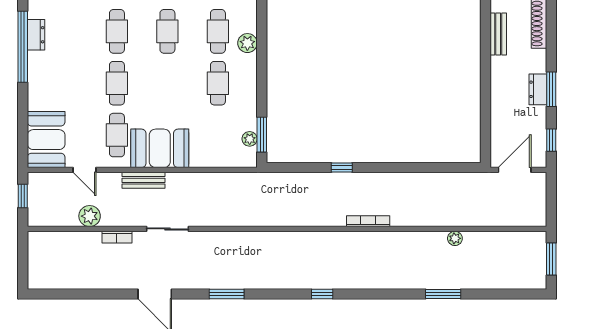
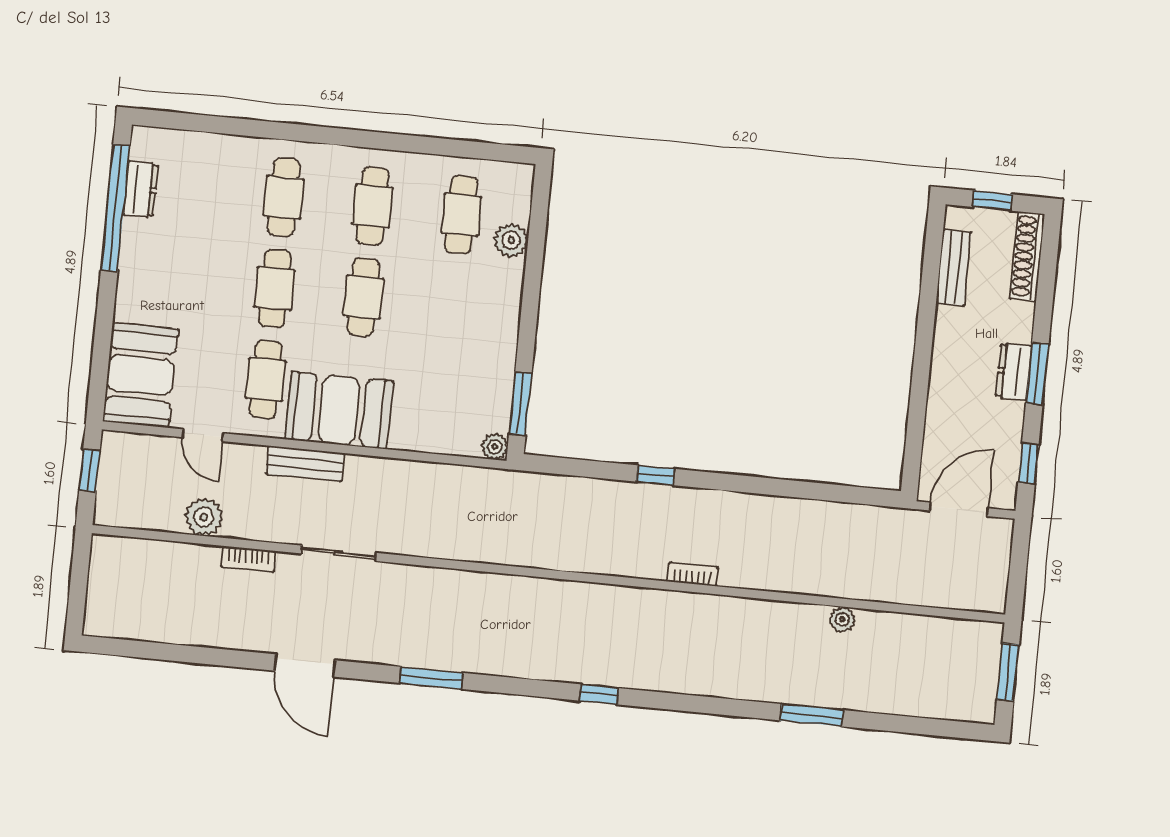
cafe table: (218, 83) -> (363, 297), moved
plant: (250, 139) -> (495, 447), moved
bookcase: (368, 221) -> (693, 574), width x0.64

